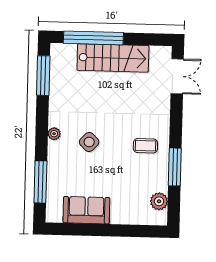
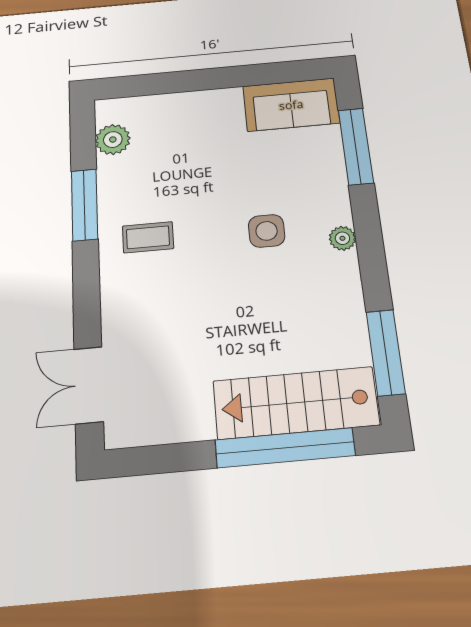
stairs: (113, 58) -> (296, 403), moved
side table: (89, 142) -> (267, 231), turned 45
sofa: (86, 210) -> (291, 105), moved

